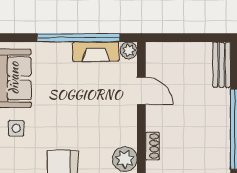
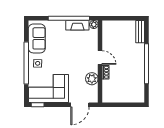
door: (141, 91) -> (100, 58), moved

